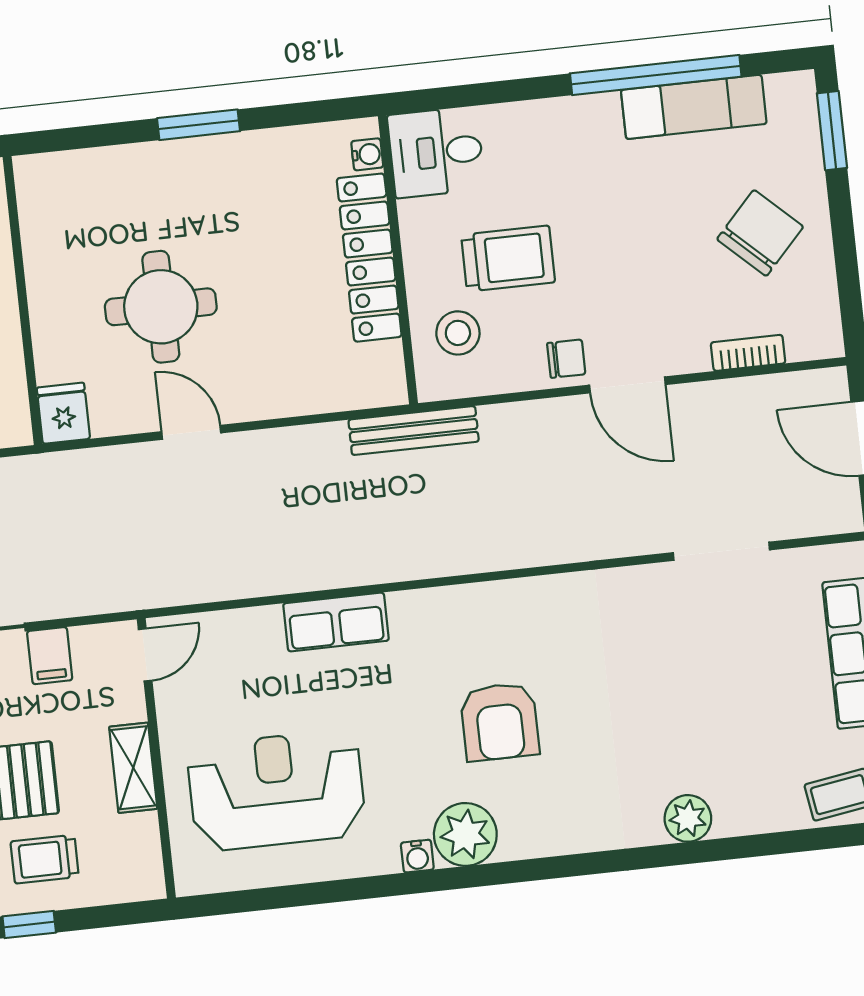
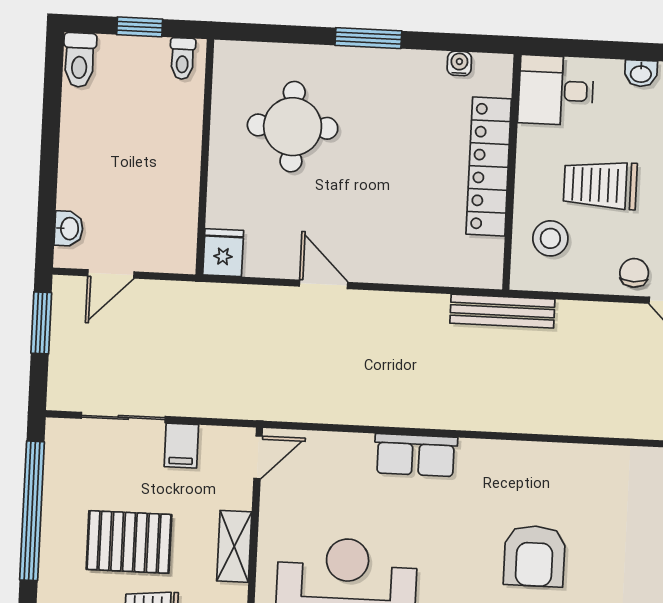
washbasin: (536, 115) -> (641, 73), added
water cooler: (367, 154) -> (459, 63), moved, turned -90
trolley: (508, 259) -> (600, 185), turned 180
round table: (161, 307) -> (293, 127), moved
chair: (566, 359) -> (634, 273), turned -90

